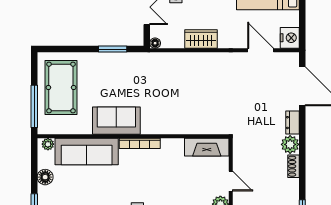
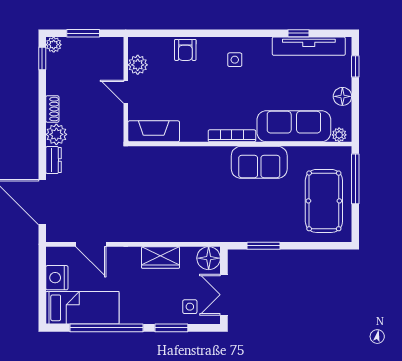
nightstand: (290, 38) -> (57, 278), moved
floor lamp: (155, 43) -> (209, 258), width x1.89, depth x1.89

